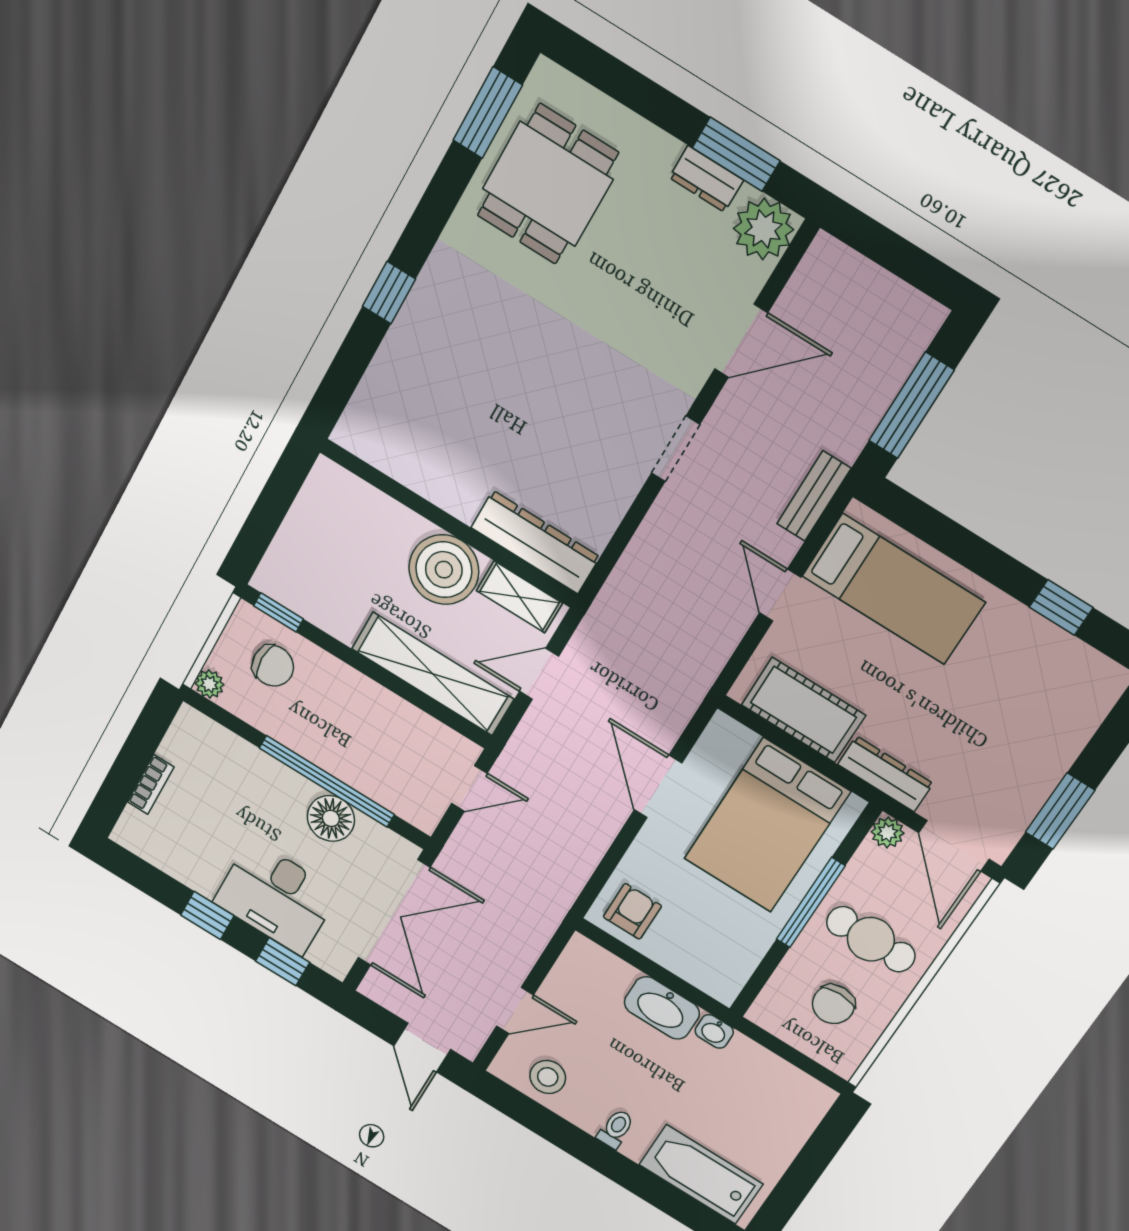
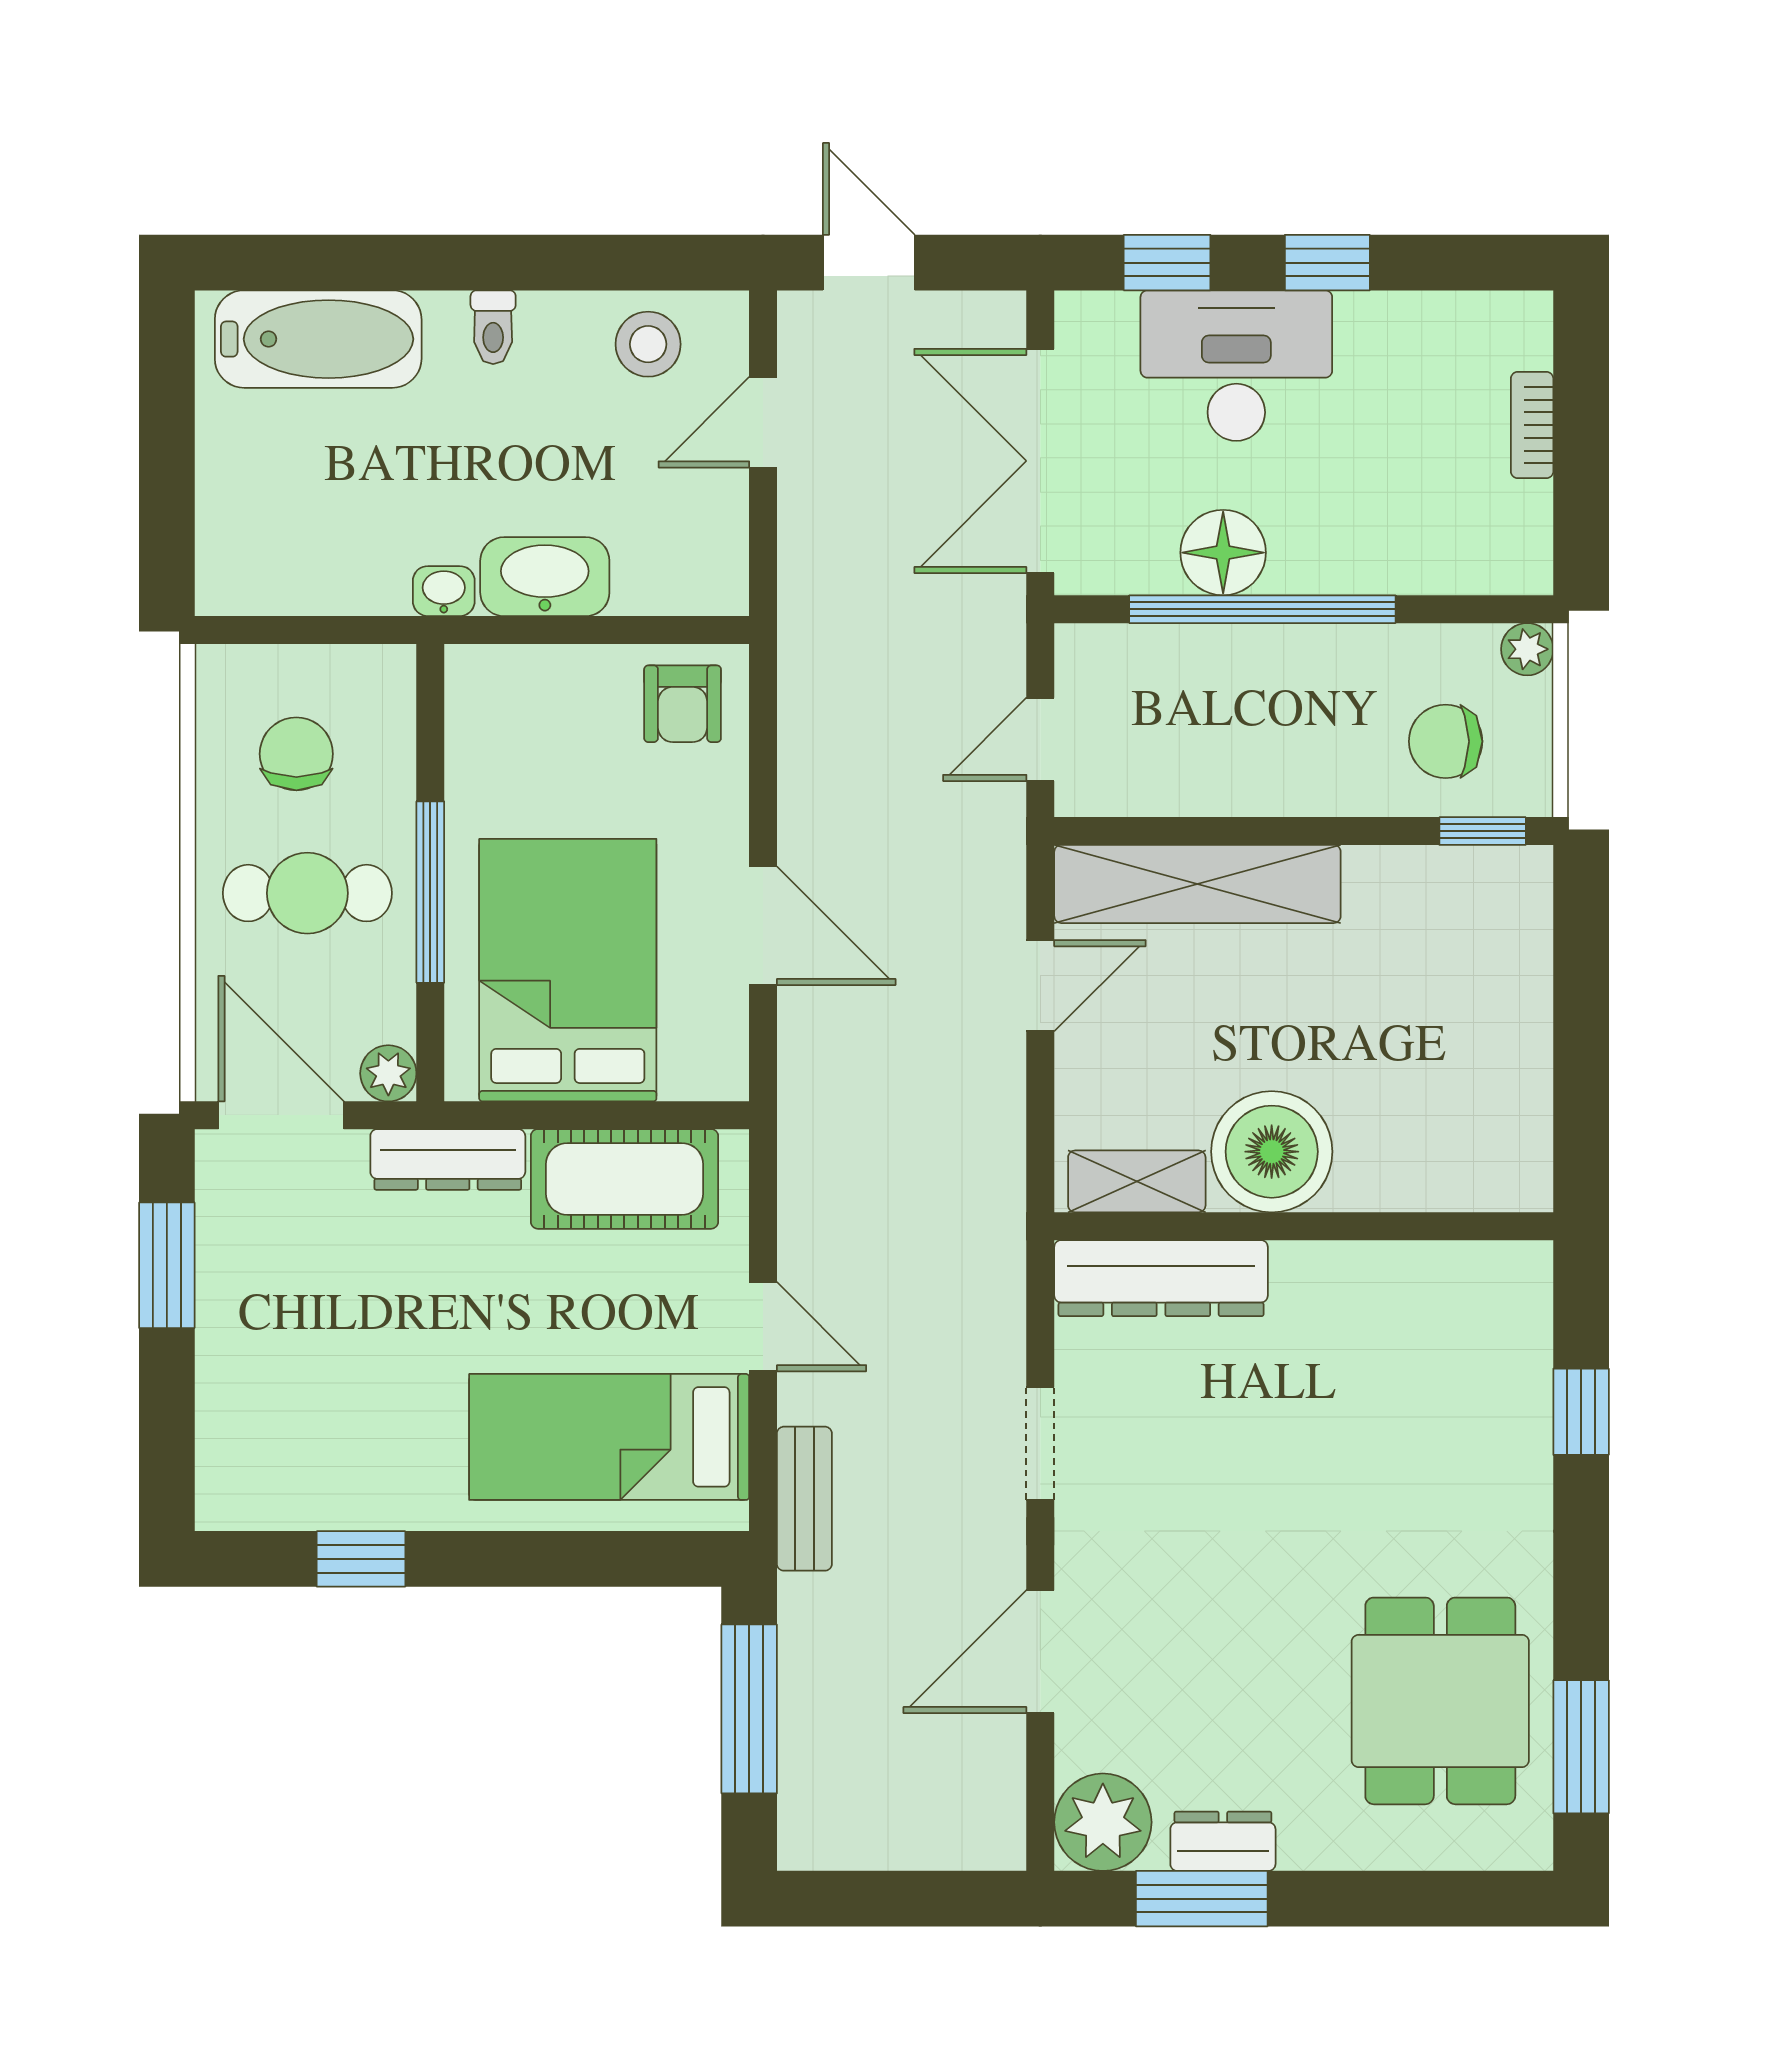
wall: (449, 523) -> (1304, 1226), moved
dresser: (535, 542) -> (1161, 1278), moved
boiler: (444, 570) -> (1272, 1152), moved
shelving: (519, 597) -> (1137, 1181), moved

